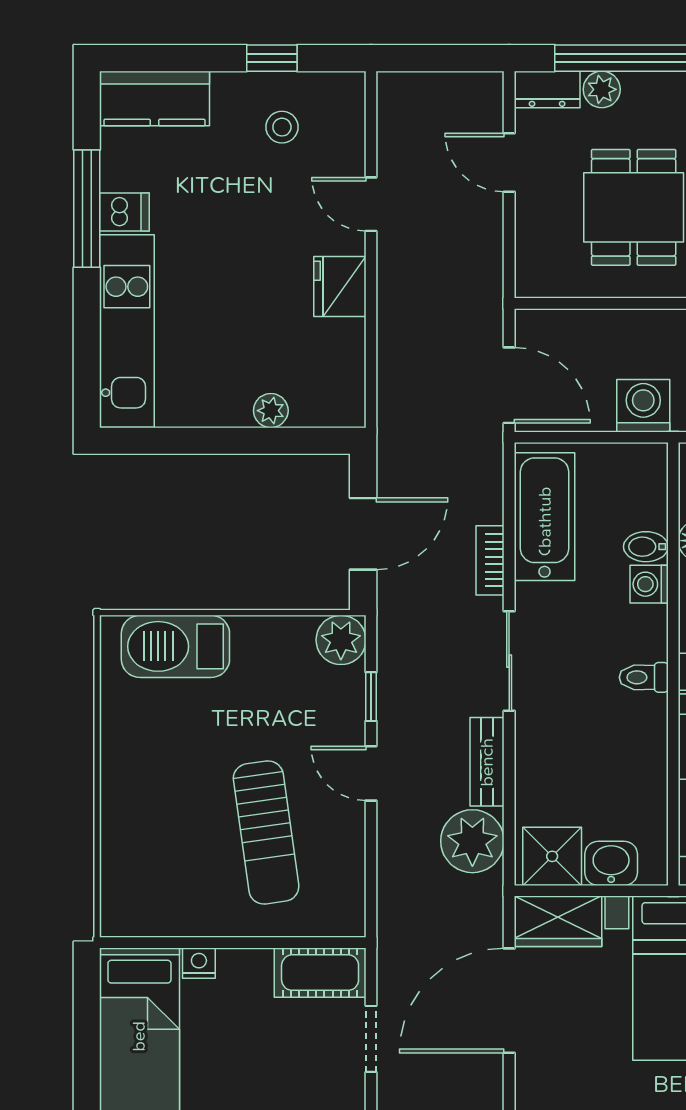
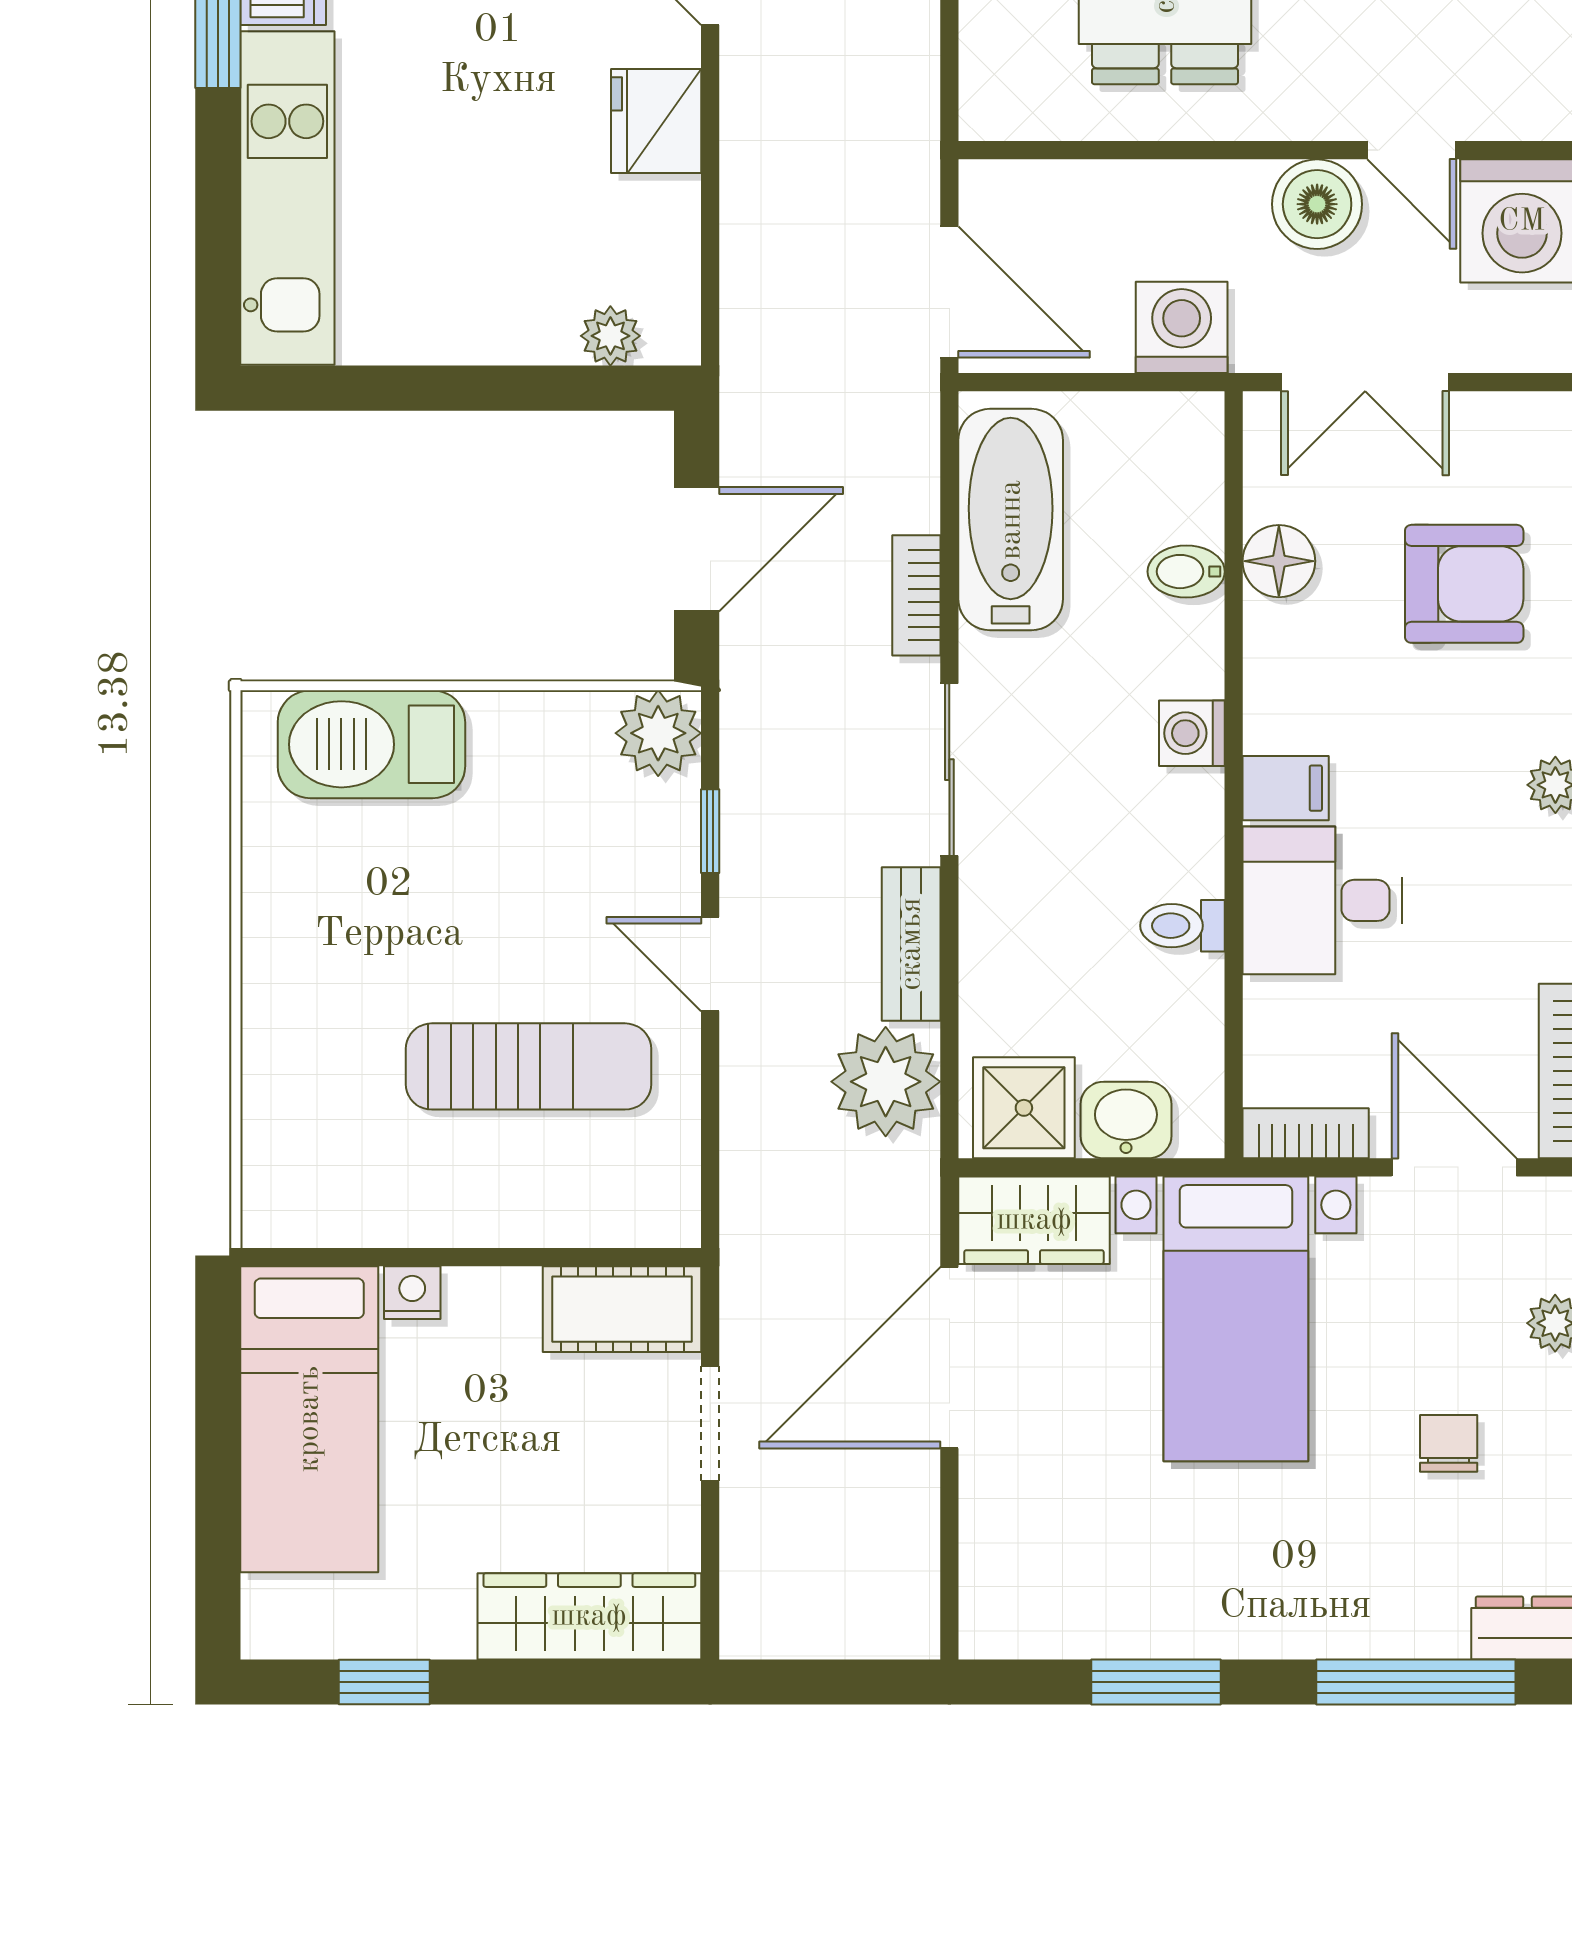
plant: (271, 411) -> (610, 336), moved
washing machine: (649, 584) -> (1192, 733), moved
toilet: (644, 677) -> (1182, 926), moved
sun lounger: (266, 832) -> (528, 1066), turned -82

